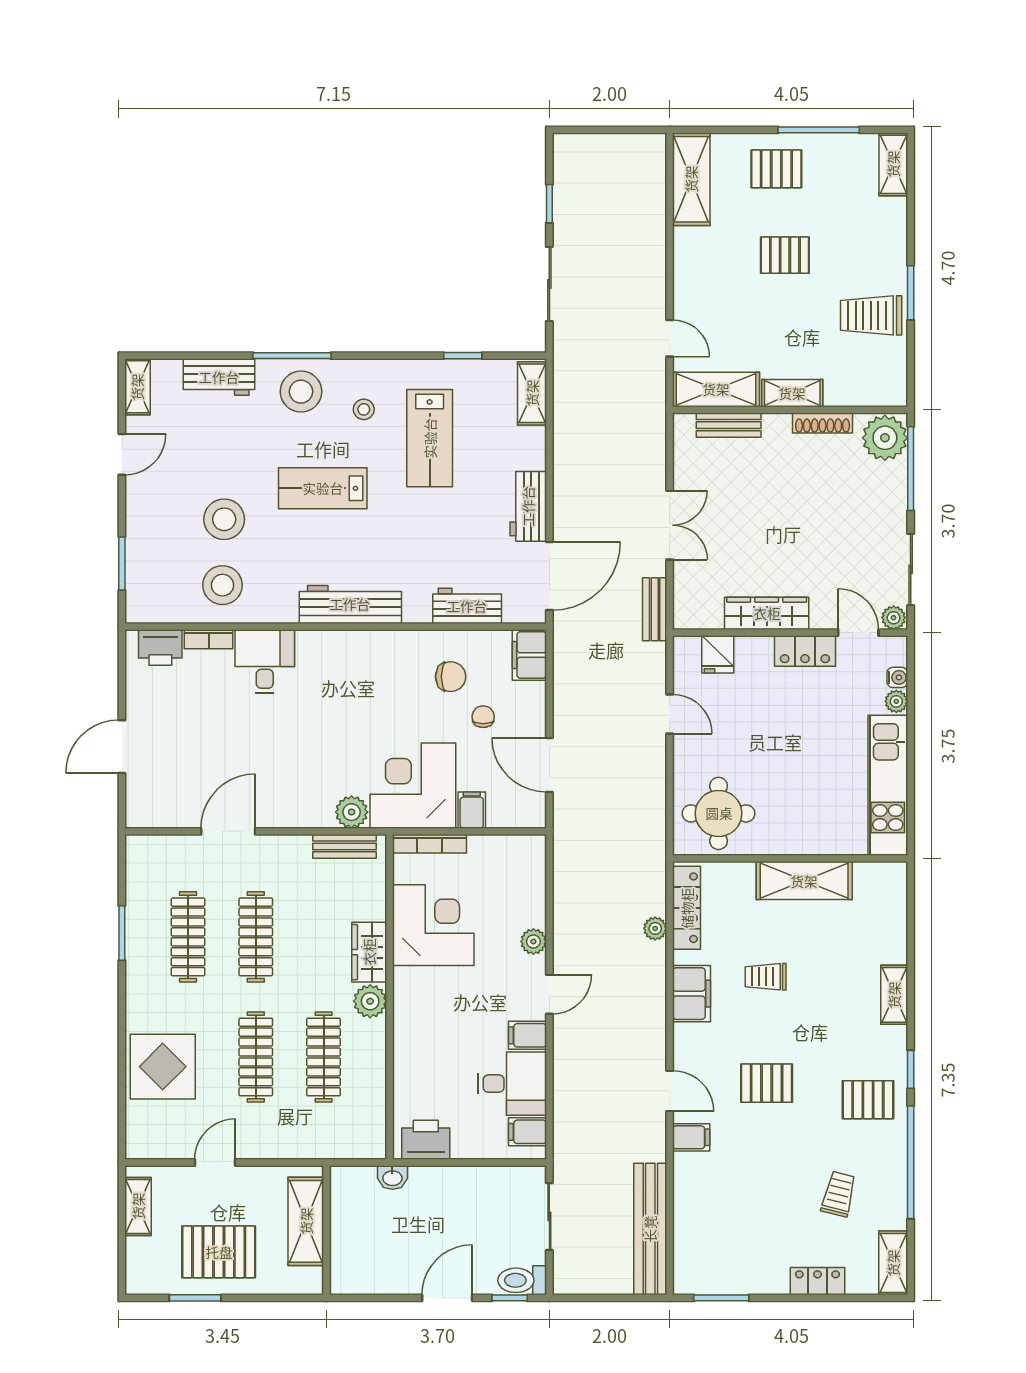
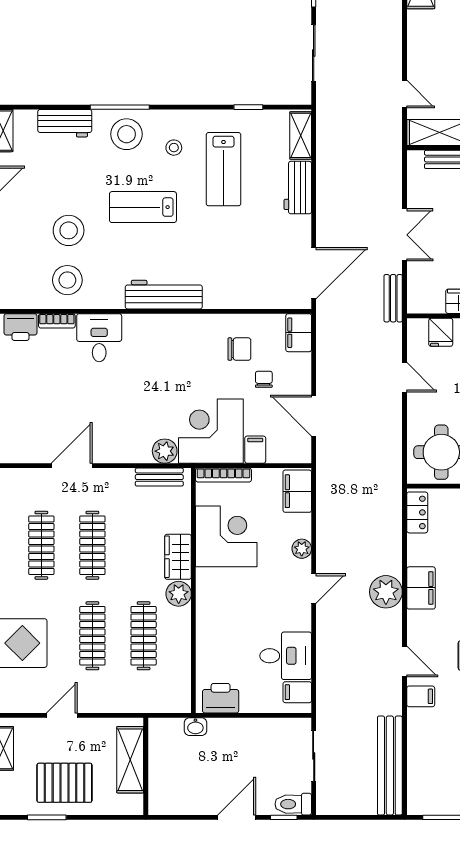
workbench: (528, 506) -> (298, 188), moved
workbench: (467, 606) -> (252, 296), removed
locker: (687, 908) -> (417, 512), width x0.66
plant: (655, 928) -> (386, 592), moved, width x1.88, depth x1.88
filing cabinet: (527, 1035) -> (297, 491), moved, width x2.00

